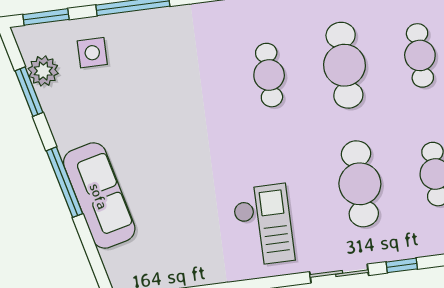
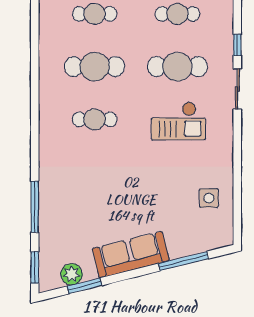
side table: (92, 53) -> (209, 198), moved
window: (64, 182) -> (183, 261), moved
sofa: (99, 196) -> (131, 255), moved
checkout: (263, 225) -> (178, 121), moved, turned 180

